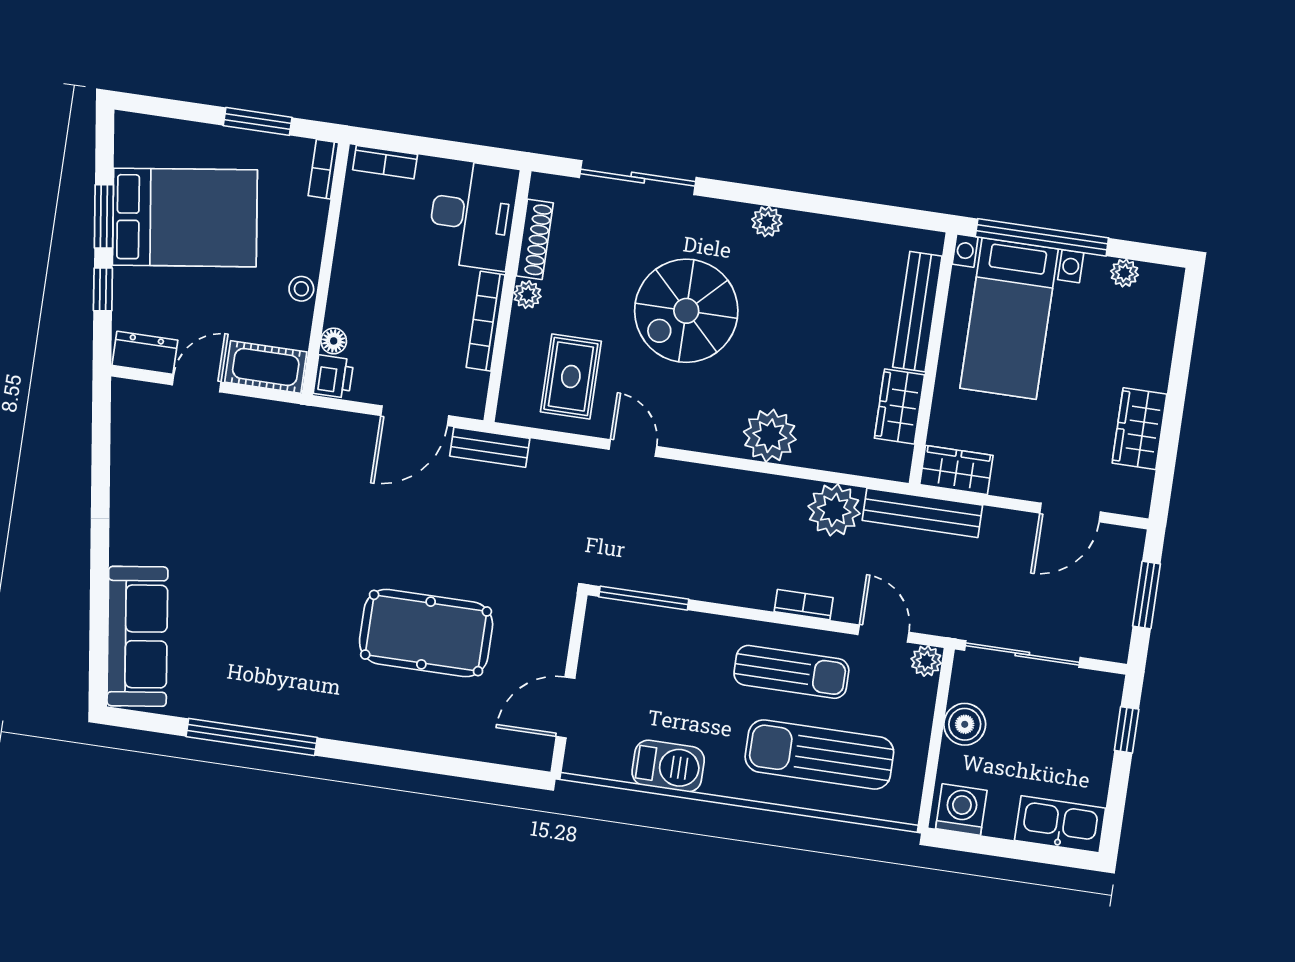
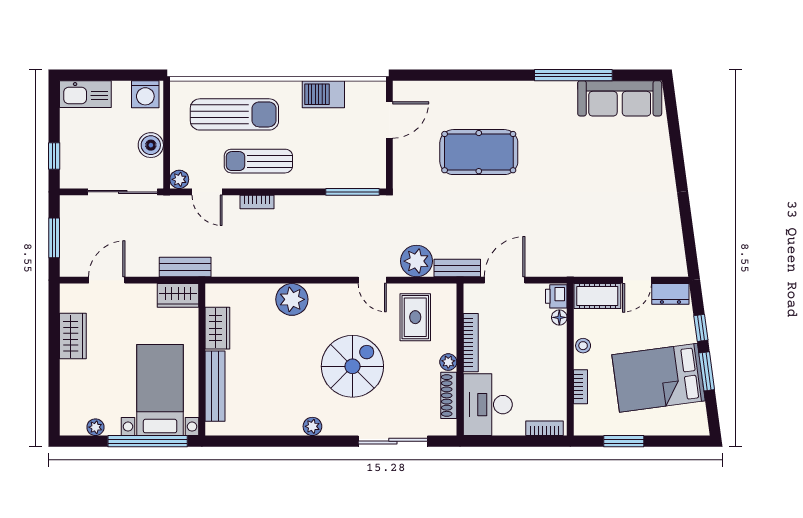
bookcase: (323, 169) -> (580, 387), moved
plant: (834, 510) -> (417, 261), moved
bench: (922, 513) -> (185, 267), width x0.73
sofa: (137, 636) -> (620, 98), moved, turned -82

